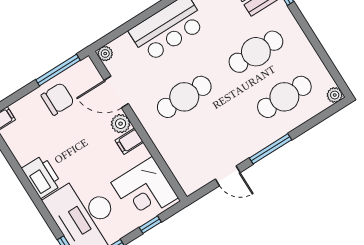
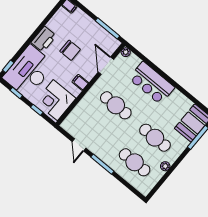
plant: (335, 95) -> (165, 166), moved
chair: (58, 99) -> (70, 50), moved
plant: (121, 124) -> (89, 74), removed

